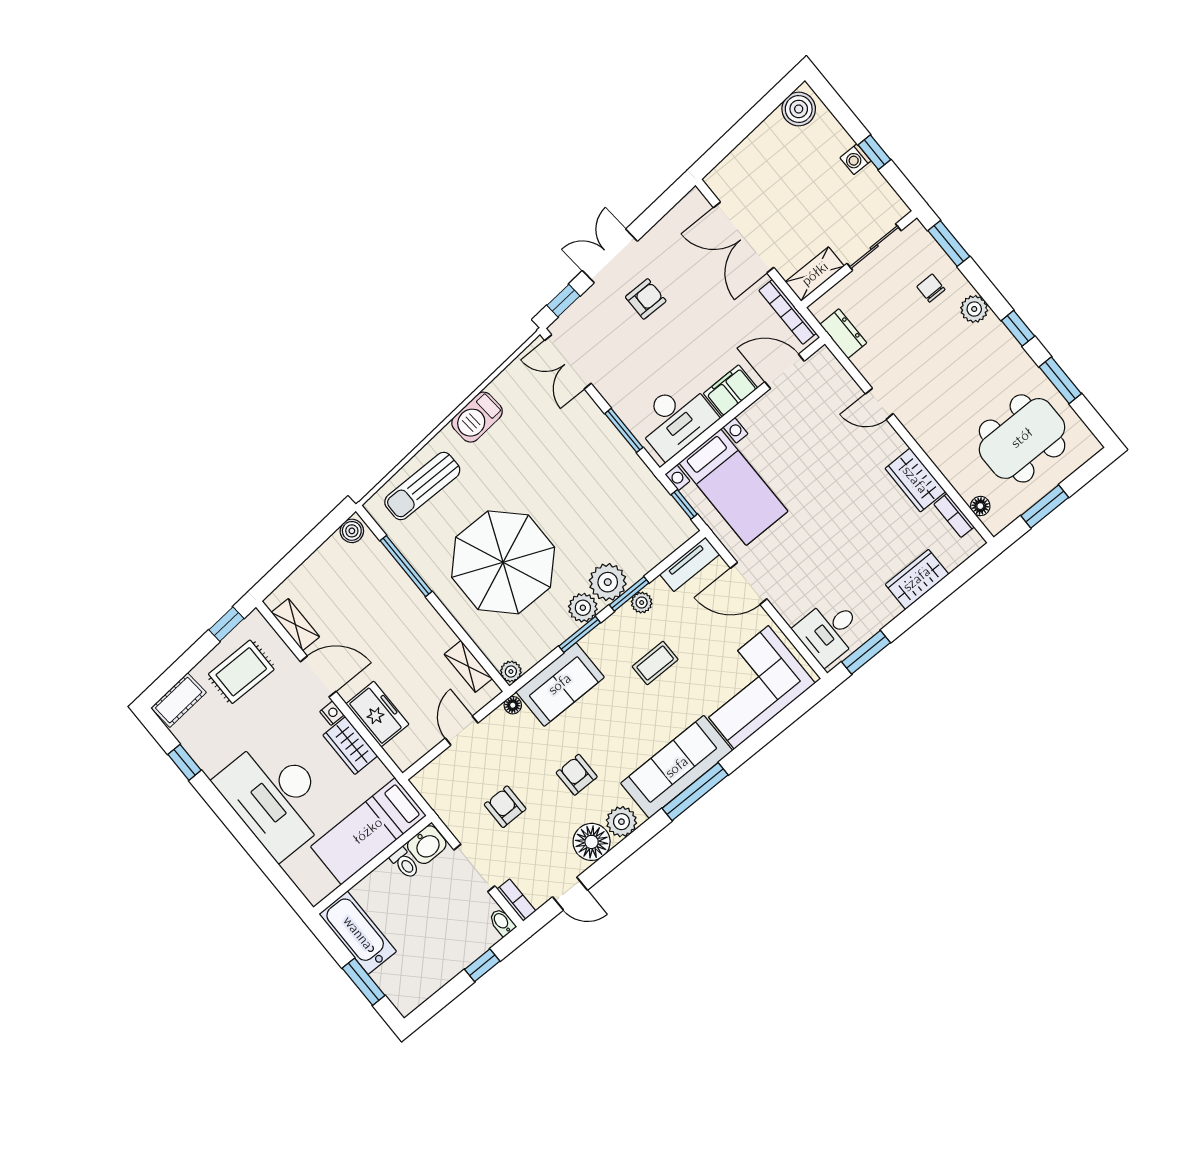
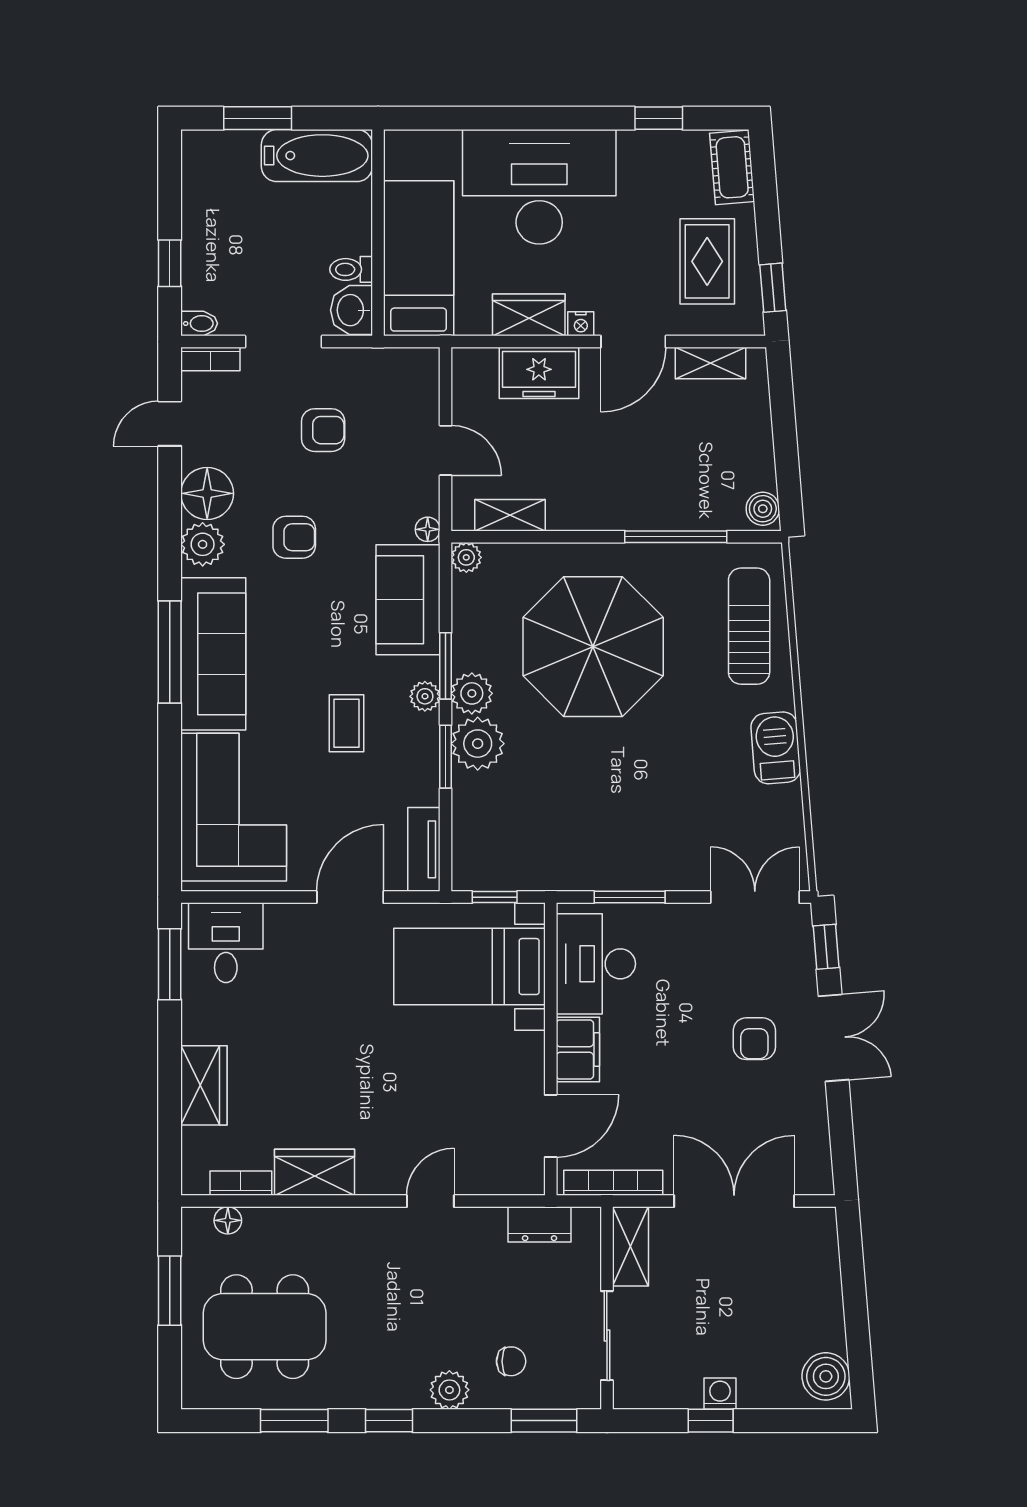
dining table: (1022, 438) -> (265, 1327), turned 90
plant: (642, 603) -> (425, 696), moved

